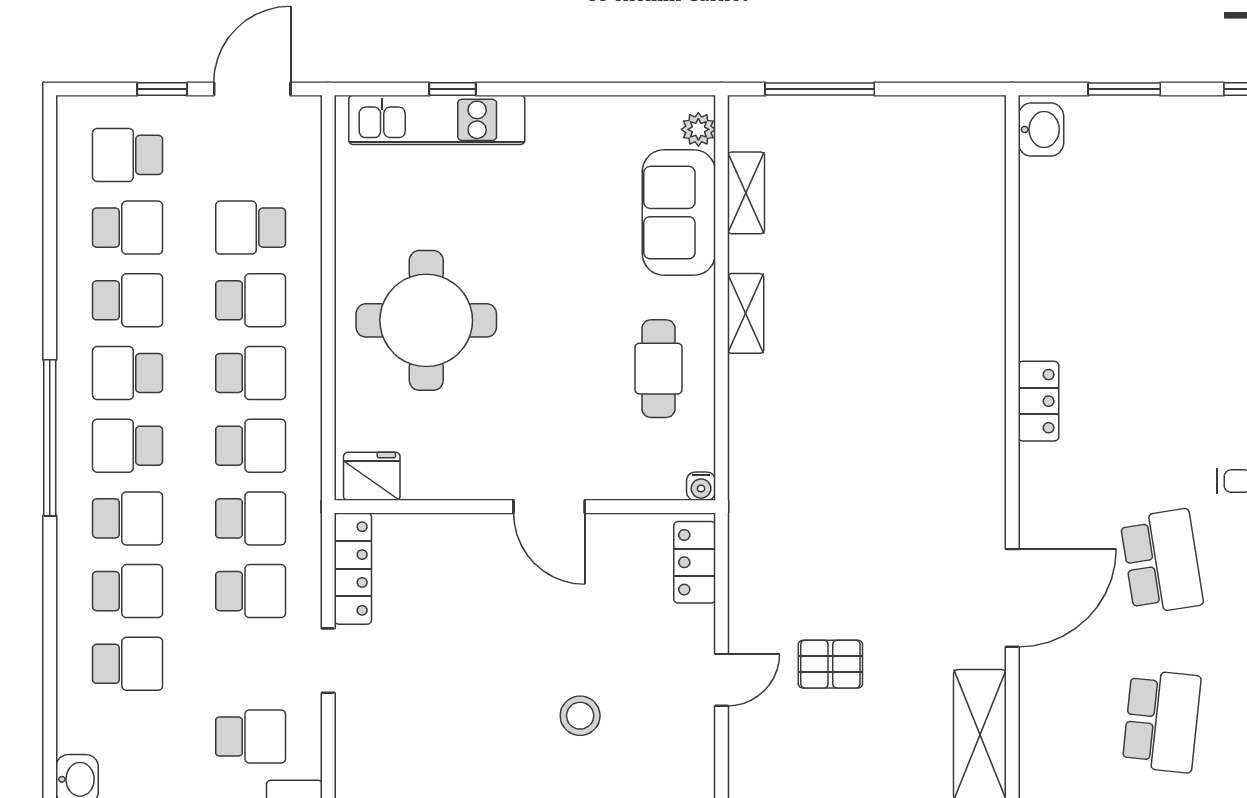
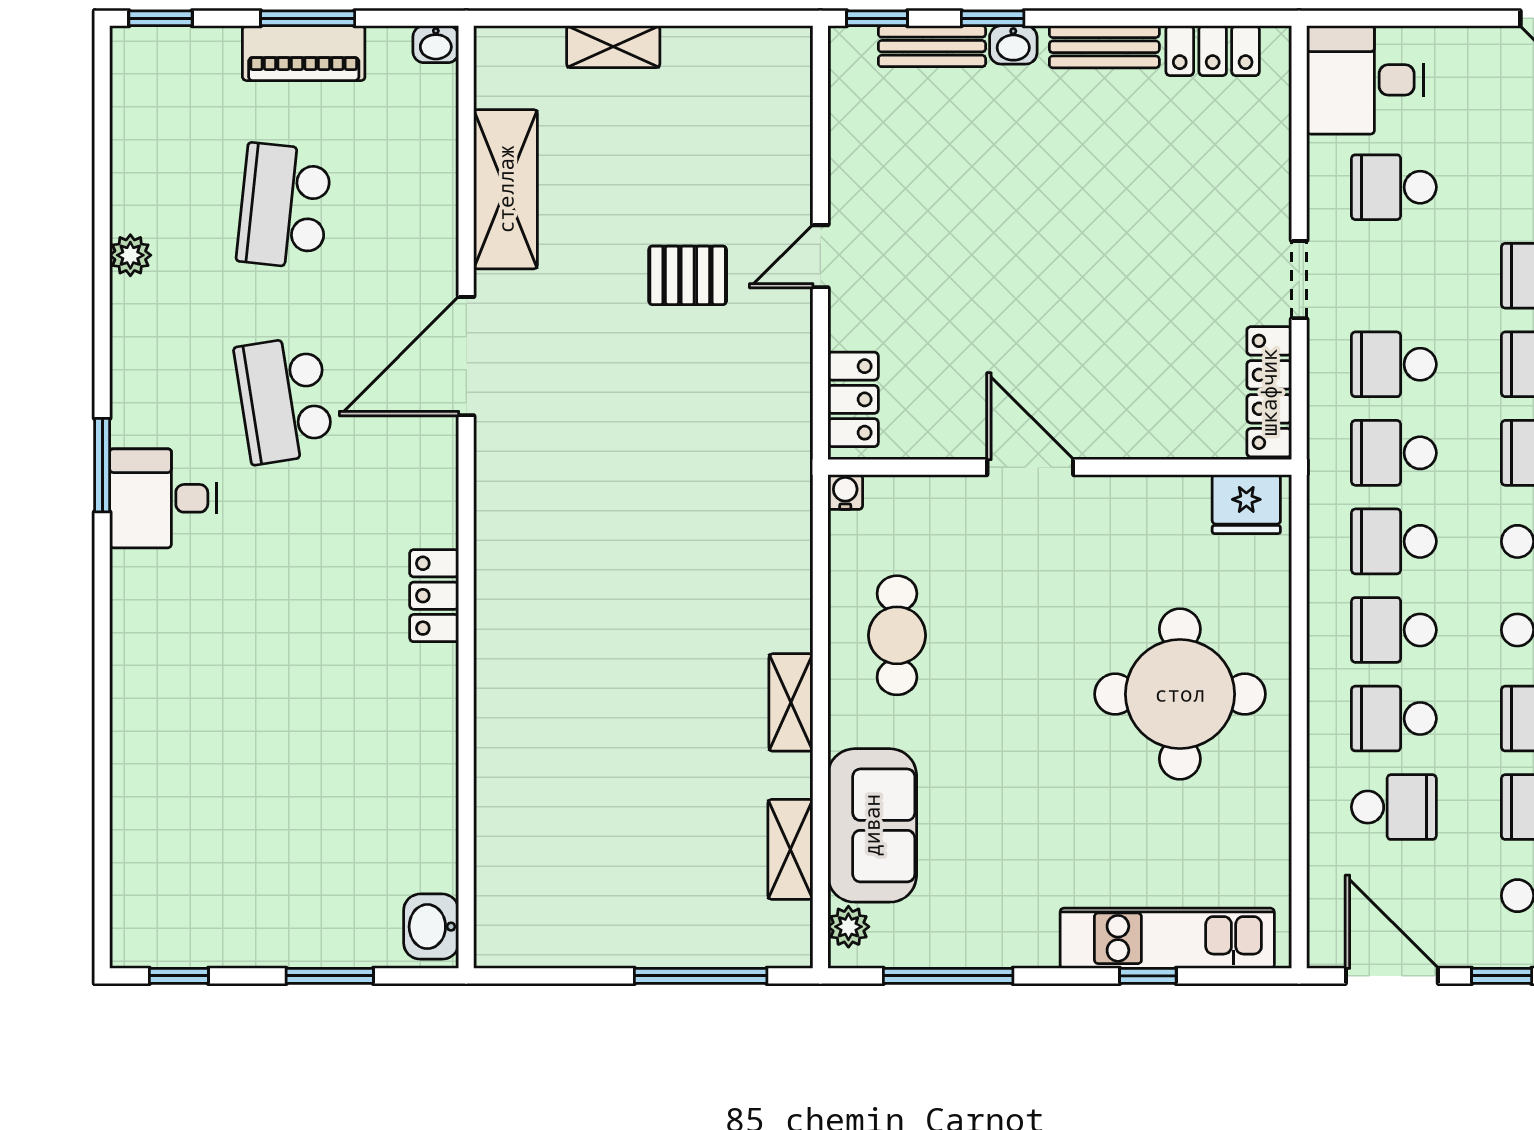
door: (252, 89) -> (1392, 976), swing flipped
window: (617, 89) -> (948, 976), added
stool: (580, 716) -> (992, 213), removed

